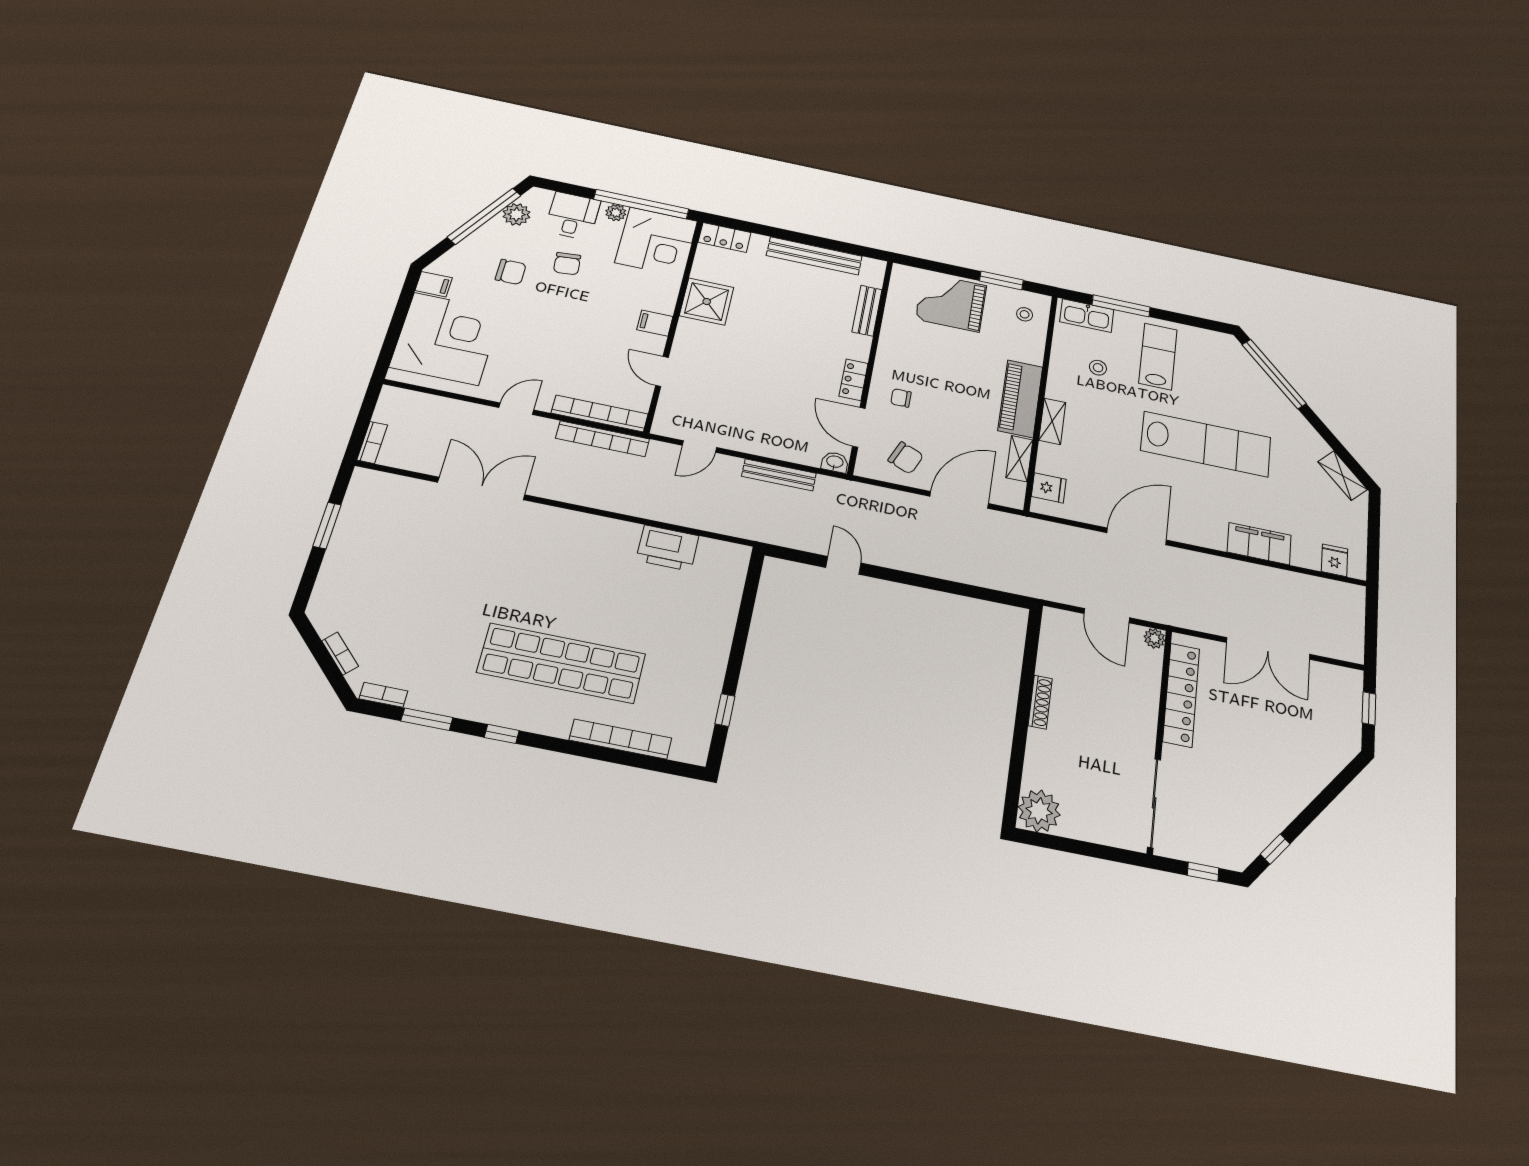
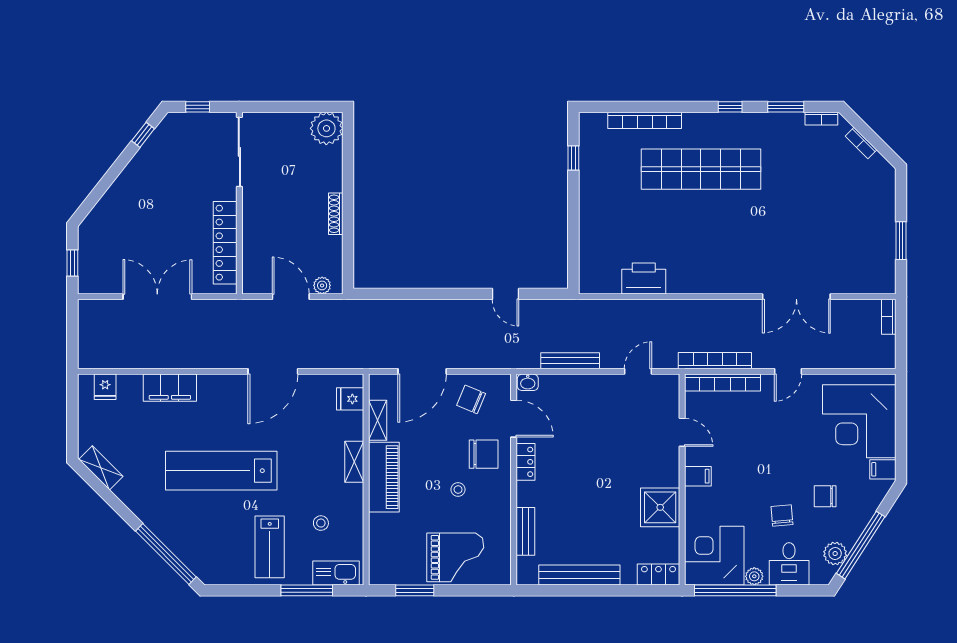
stool: (1025, 314) -> (458, 489), moved
chair: (901, 398) -> (484, 454), width x1.87, depth x1.87
plant: (1154, 638) -> (322, 285), moved

